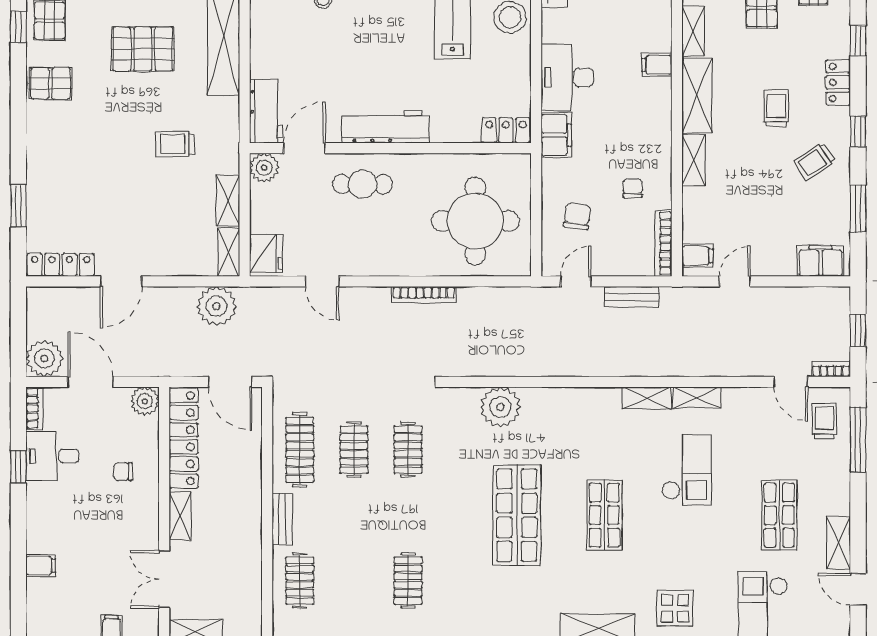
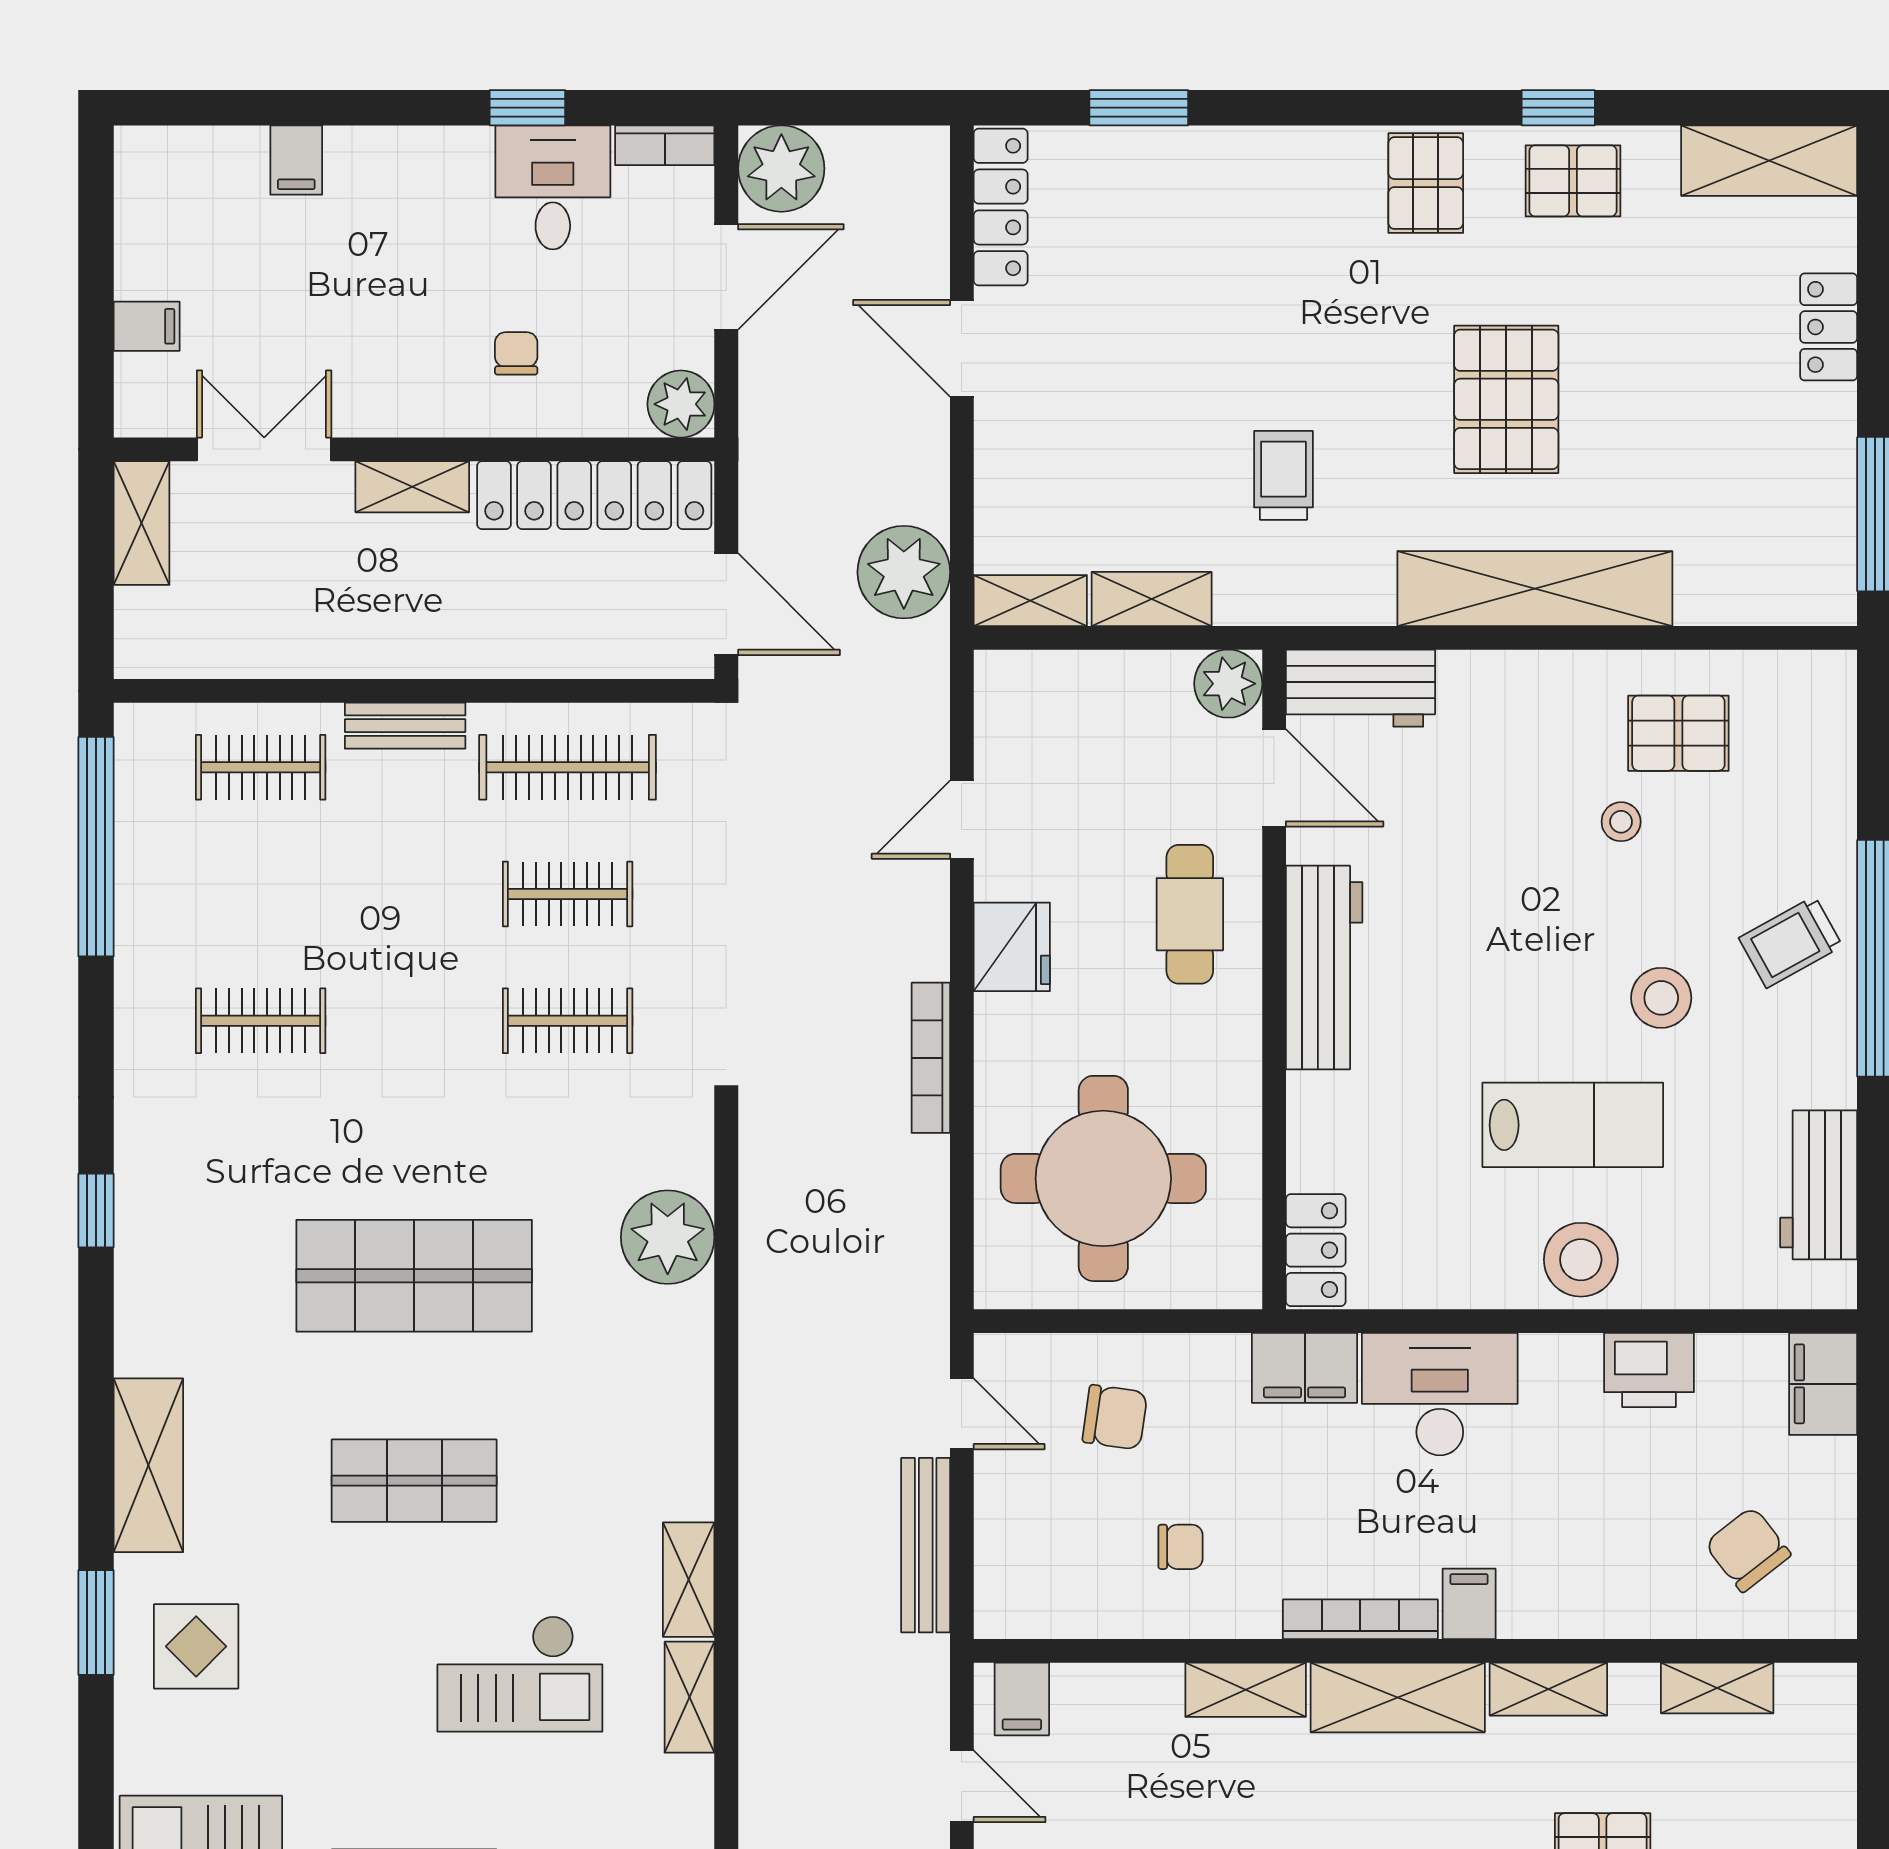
bookcase: (663, 243) -> (1360, 1619), moved
fridge: (266, 253) -> (1012, 947), moved, turned -90
bench: (632, 297) -> (926, 1545), width x1.36
door: (230, 382) -> (726, 604), swing flipped

